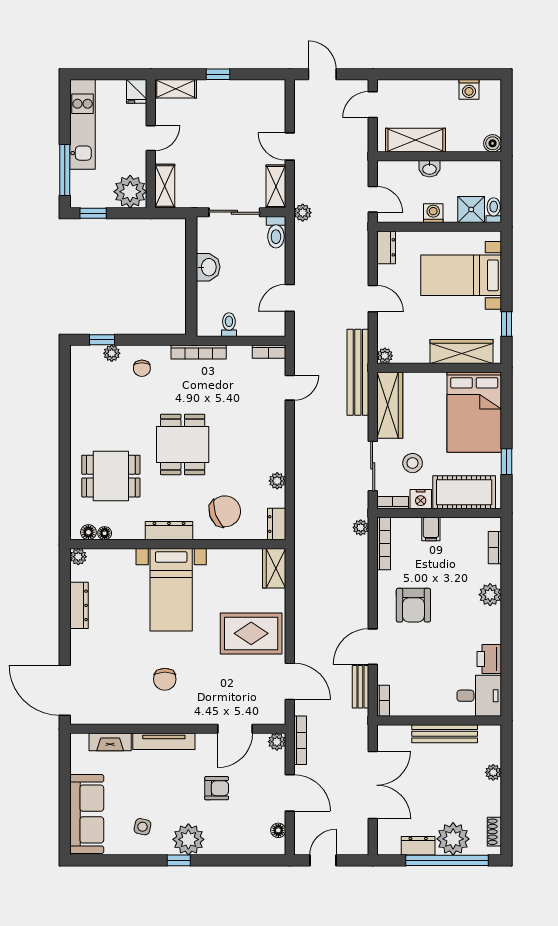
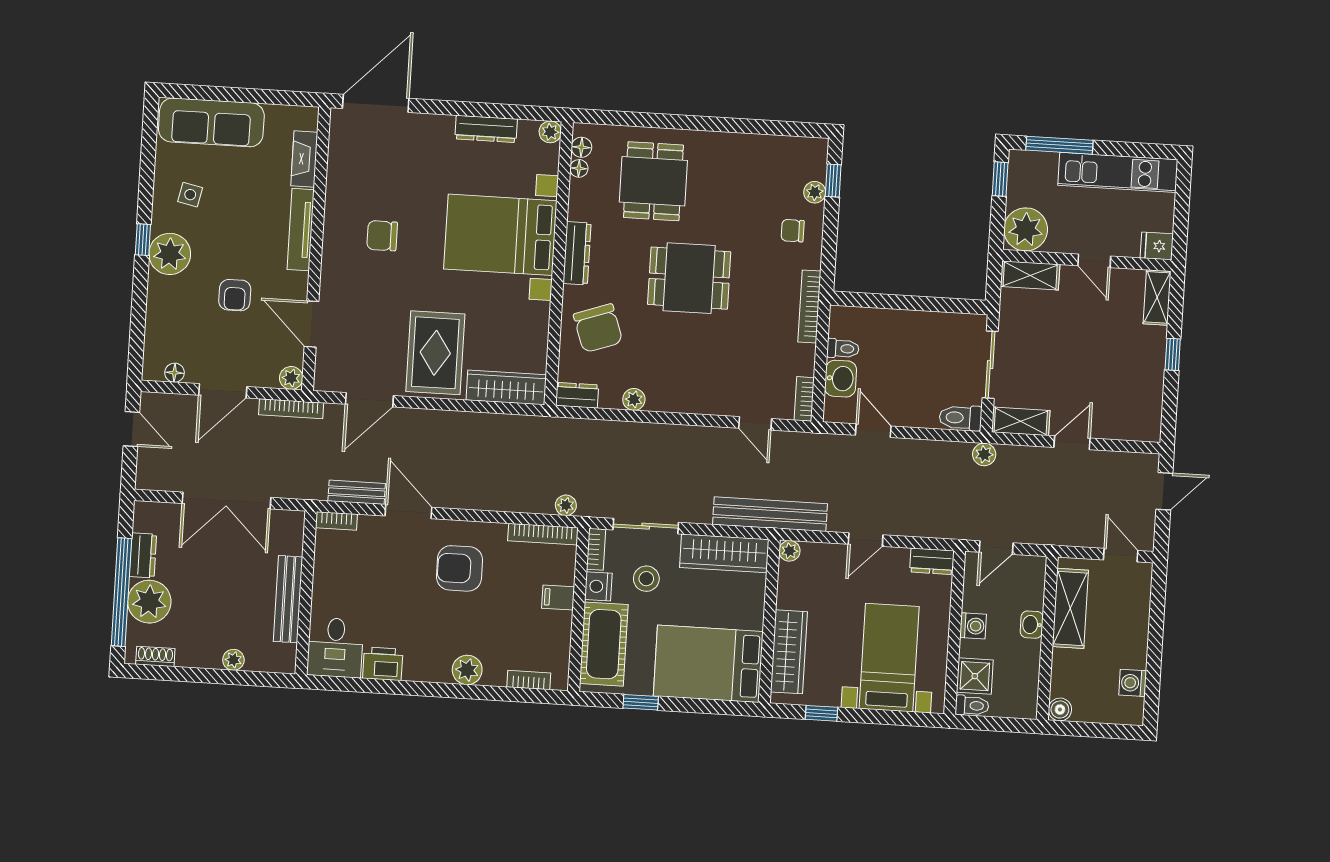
washbasin: (208, 267) -> (841, 379), moved, turned -90
wardrobe: (274, 568) -> (506, 387), width x1.50
bed with nightstands: (171, 590) -> (500, 235), width x1.36

